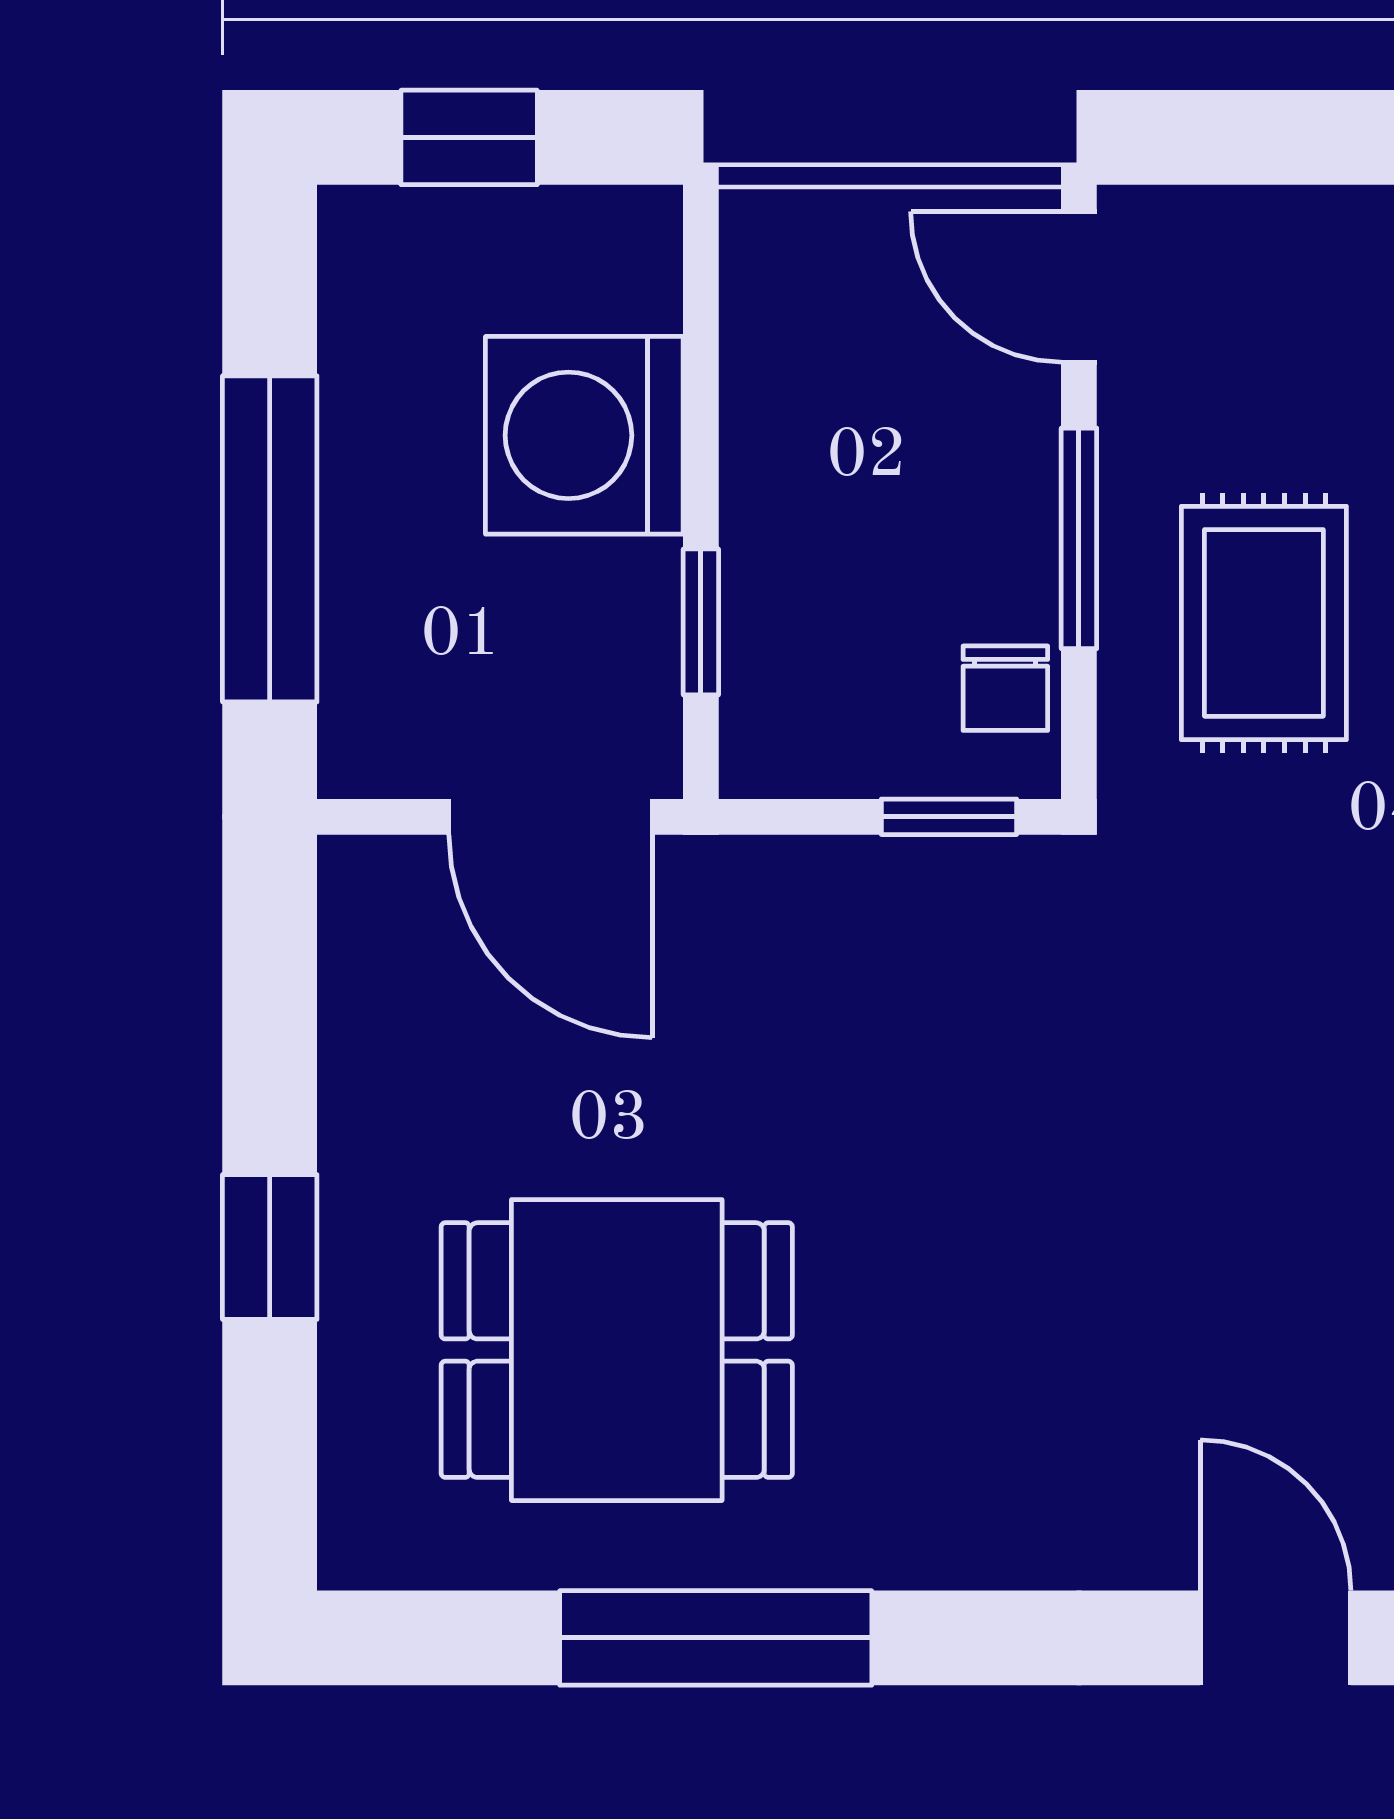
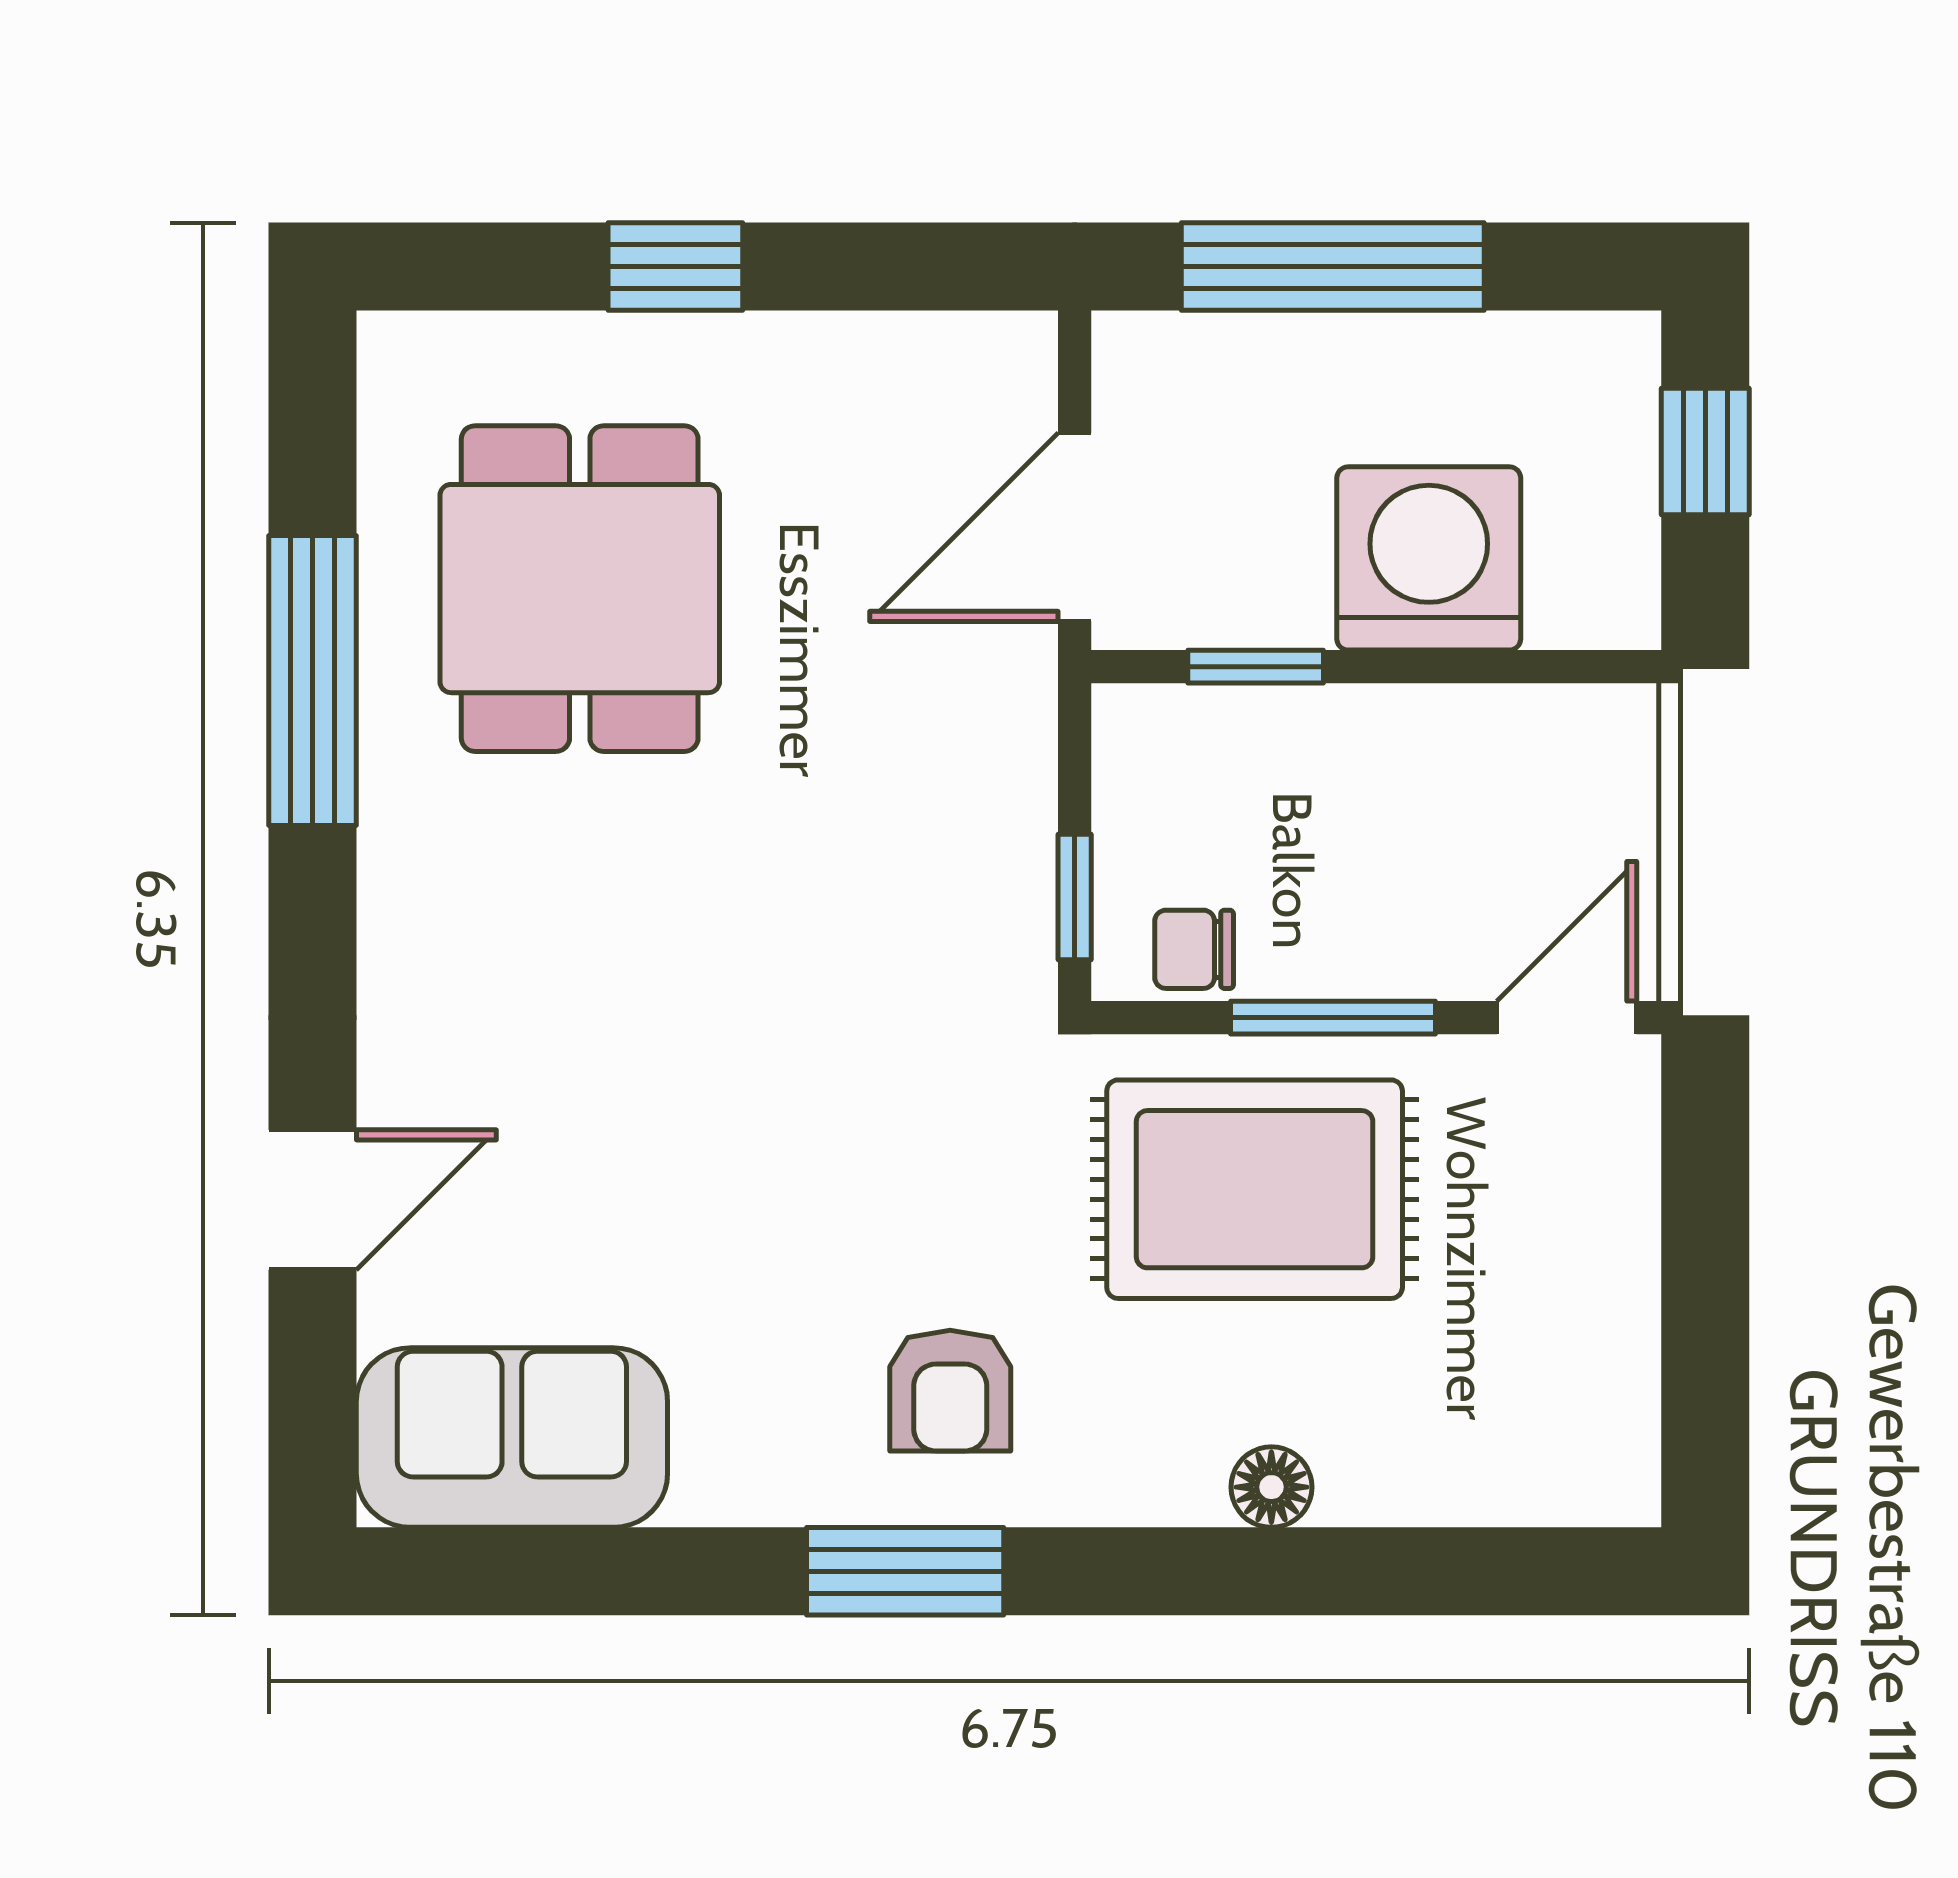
rug: (1264, 623) -> (1255, 1189), width x1.36, depth x1.43

